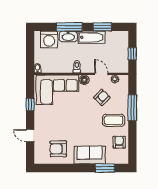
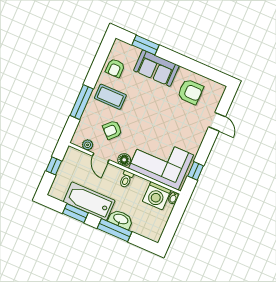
bathtub: (91, 37) -> (89, 201), width x1.36, depth x1.36
washing machine: (49, 39) -> (157, 196), moved, turned 180
window: (30, 105) -> (196, 171), moved

